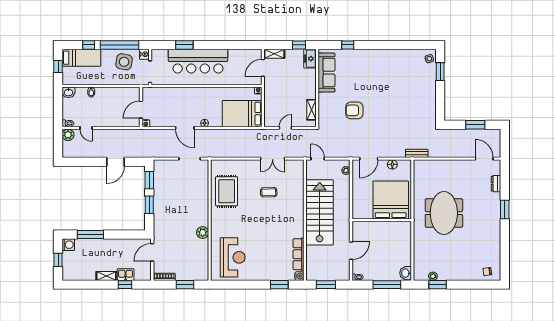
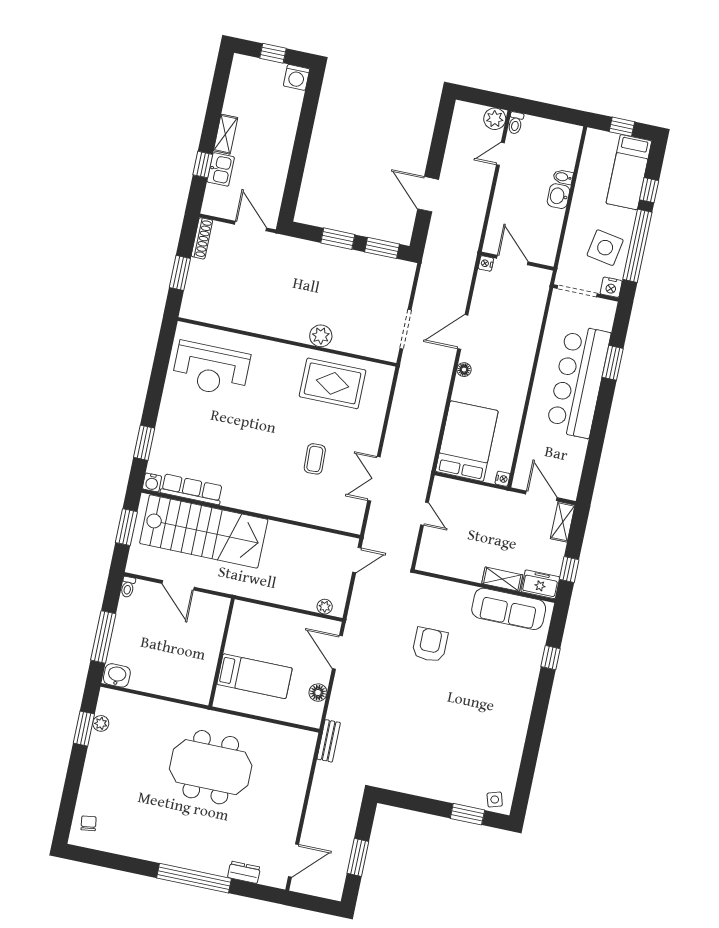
washbasin: (69, 92) -> (558, 196), moved
shelving: (312, 110) -> (502, 579), moved
bed: (391, 200) -> (255, 676), width x0.49
window: (505, 209) -> (194, 878), width x2.11
stairs: (320, 212) -> (204, 531), moved
plant: (203, 233) -> (321, 336), moved
window: (90, 234) -> (306, 121), removed

